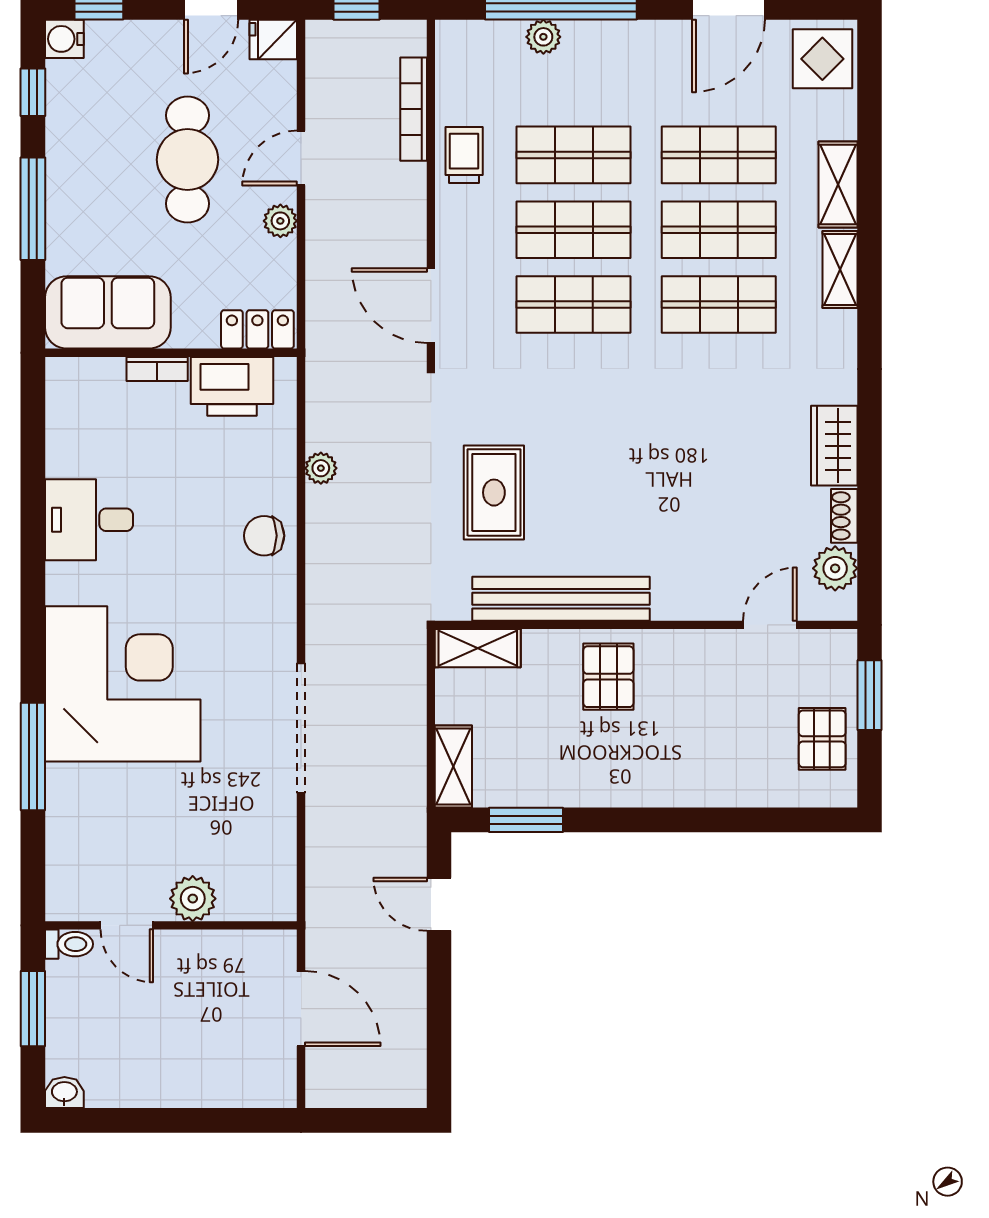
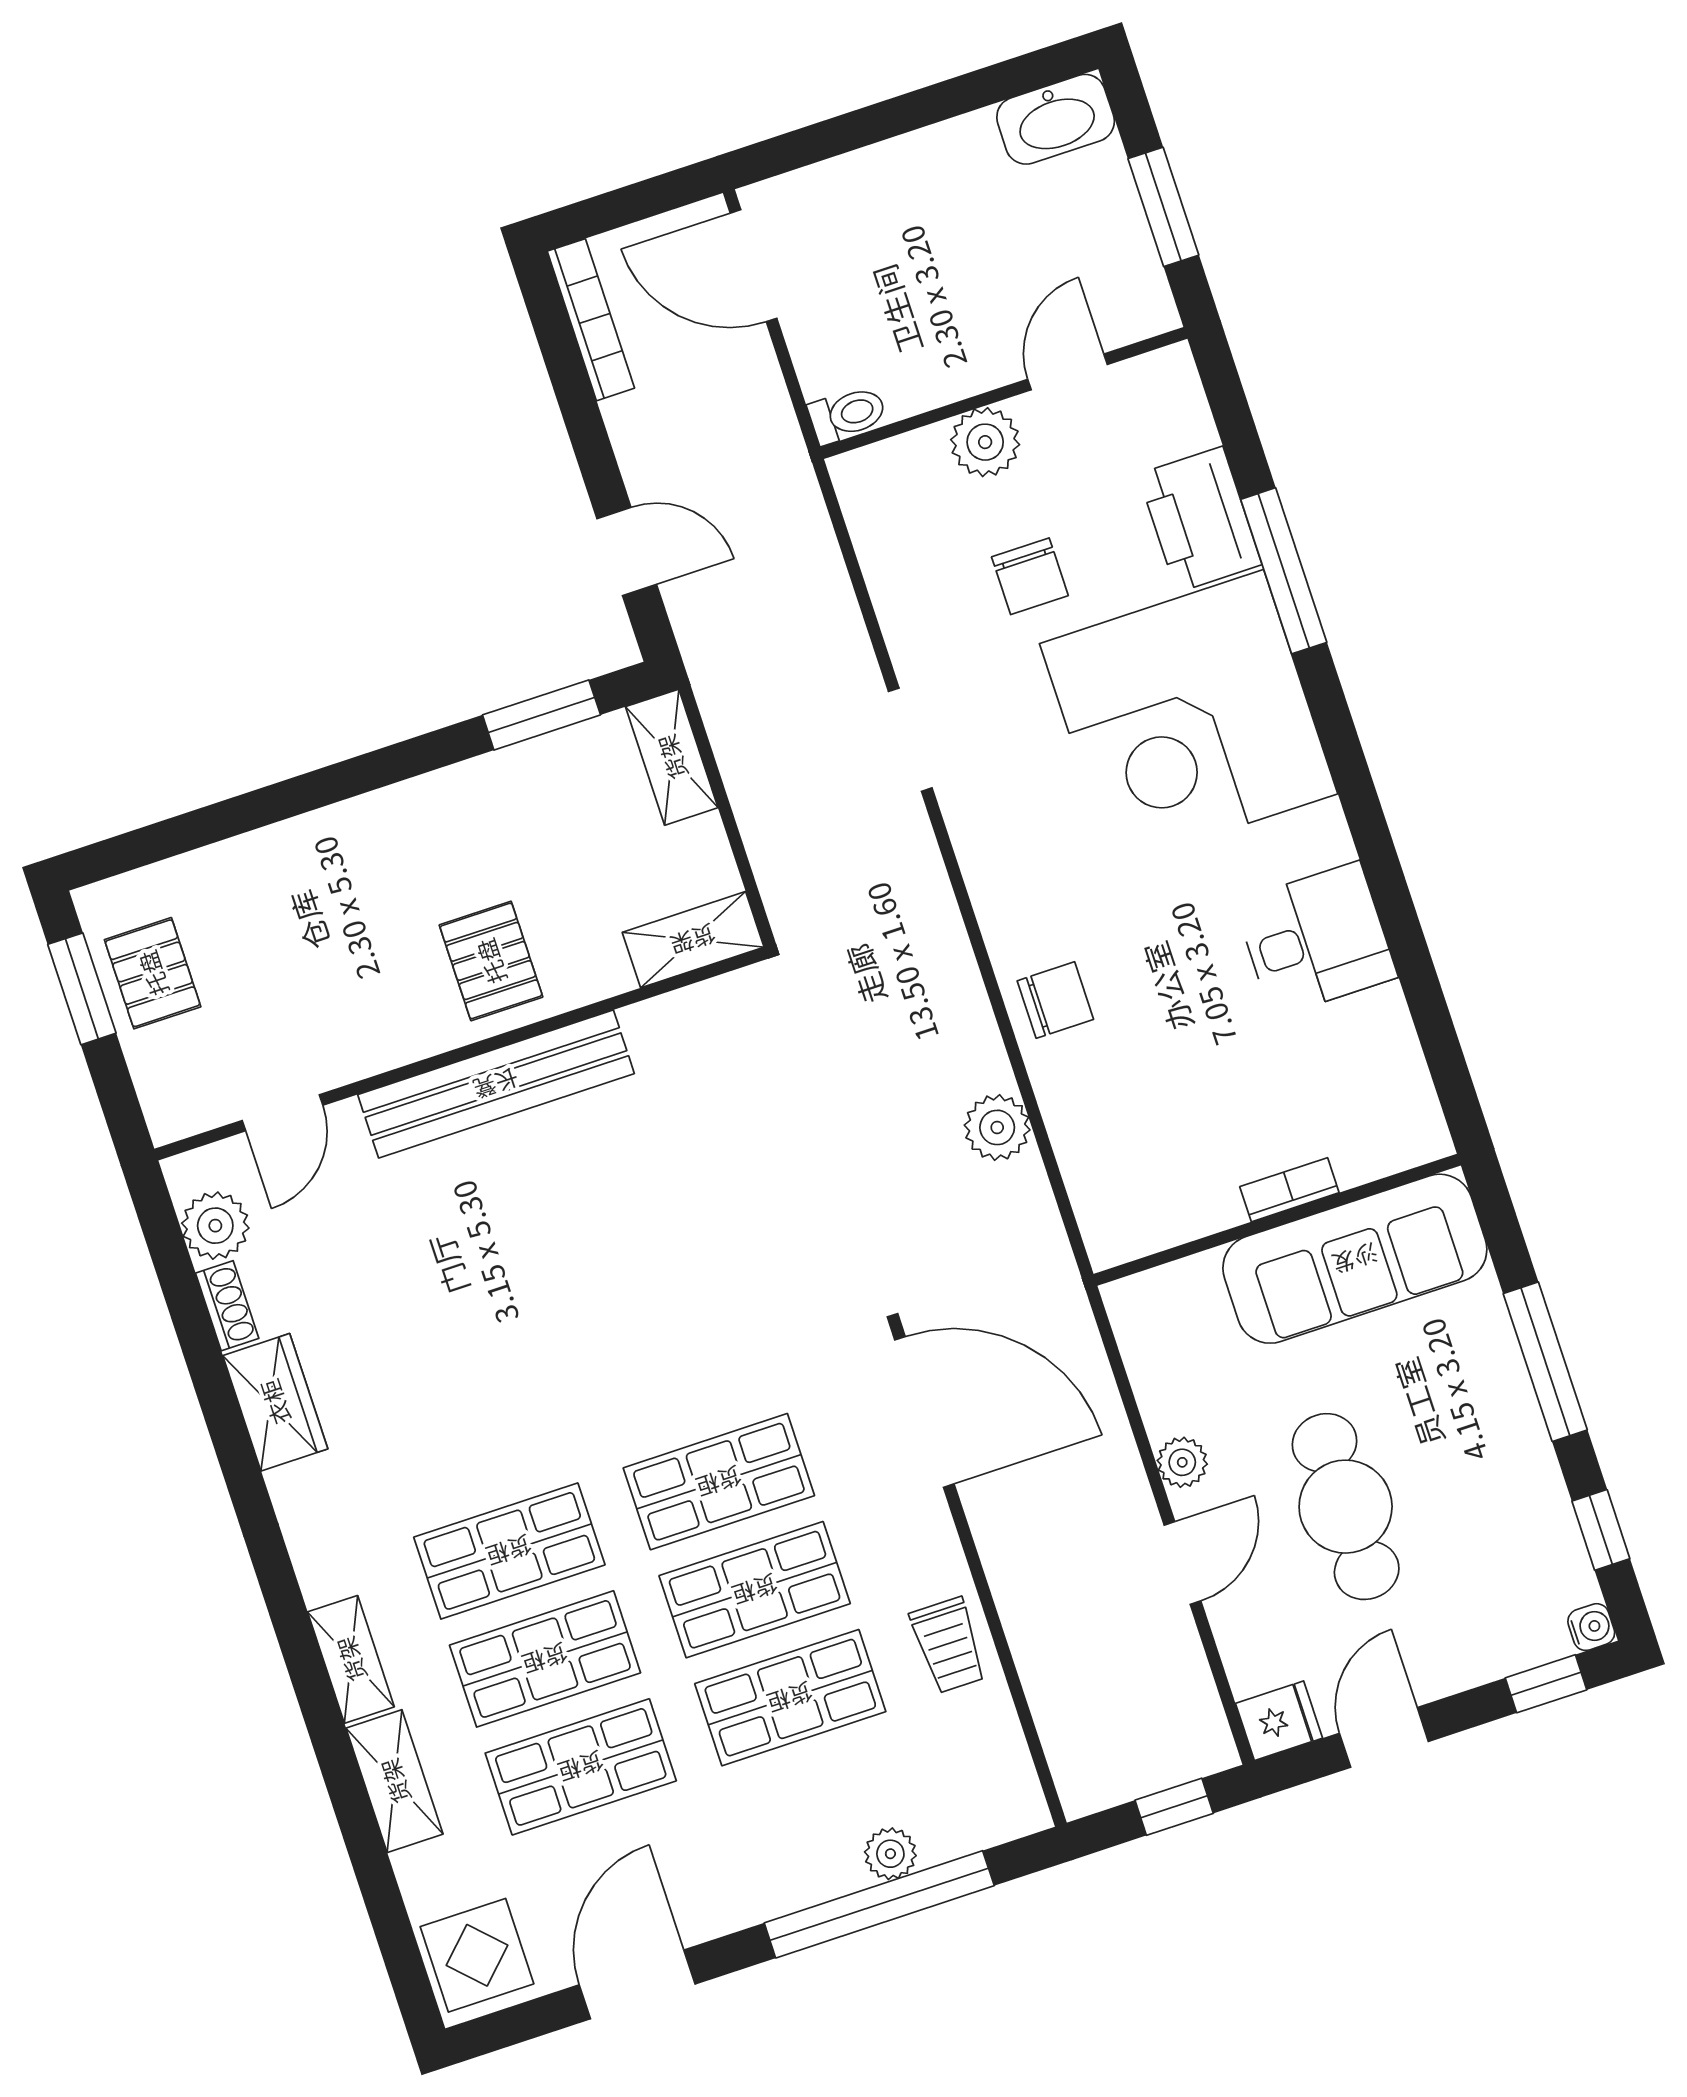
water cooler: (64, 39) -> (1591, 1627), width x0.72, depth x0.72
bookcase: (414, 109) -> (591, 320), moved
door: (431, 306) -> (924, 1412), width x1.36
sofa: (108, 312) -> (1355, 1259), width x1.36
locker: (257, 329) -> (1163, 1295), removed
printer: (232, 386) -> (1200, 519), moved, turned -90
plant: (321, 468) -> (997, 1127), width x1.38, depth x1.38
rug: (494, 493) -> (744, 1172), removed
bench: (561, 599) -> (496, 1084), moved
window: (870, 695) -> (82, 989), moved
doorway: (301, 728) -> (910, 740), width x0.53
chair: (192, 806) -> (1030, 576), added
door: (127, 925) -> (1067, 372), hinge flipped
toilet: (69, 944) -> (847, 415), moved, turned 180
door: (301, 1009) -> (753, 266), moved
washbasin: (64, 1093) -> (1056, 119), width x1.91, depth x1.45

